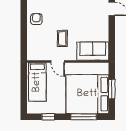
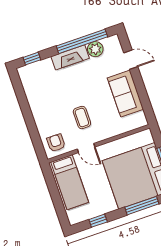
armchair: (36, 19) -> (56, 143), moved
sofa: (93, 51) -> (125, 94), moved, turned -90

